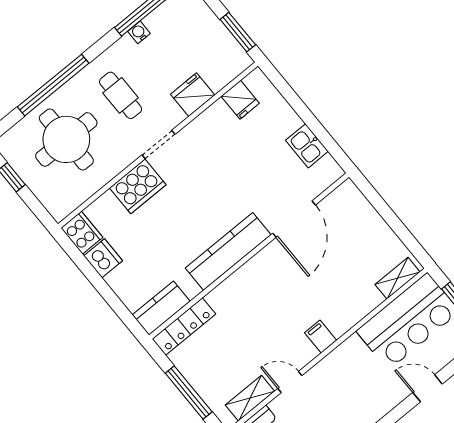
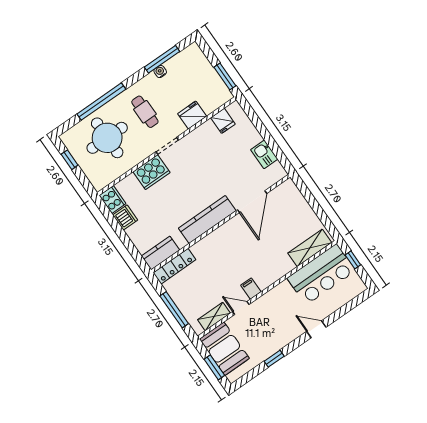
shelving: (397, 278) -> (310, 248), width x1.50, depth x1.33
filing cabinet: (321, 337) -> (251, 289), moved
door: (428, 388) -> (316, 329), moved

